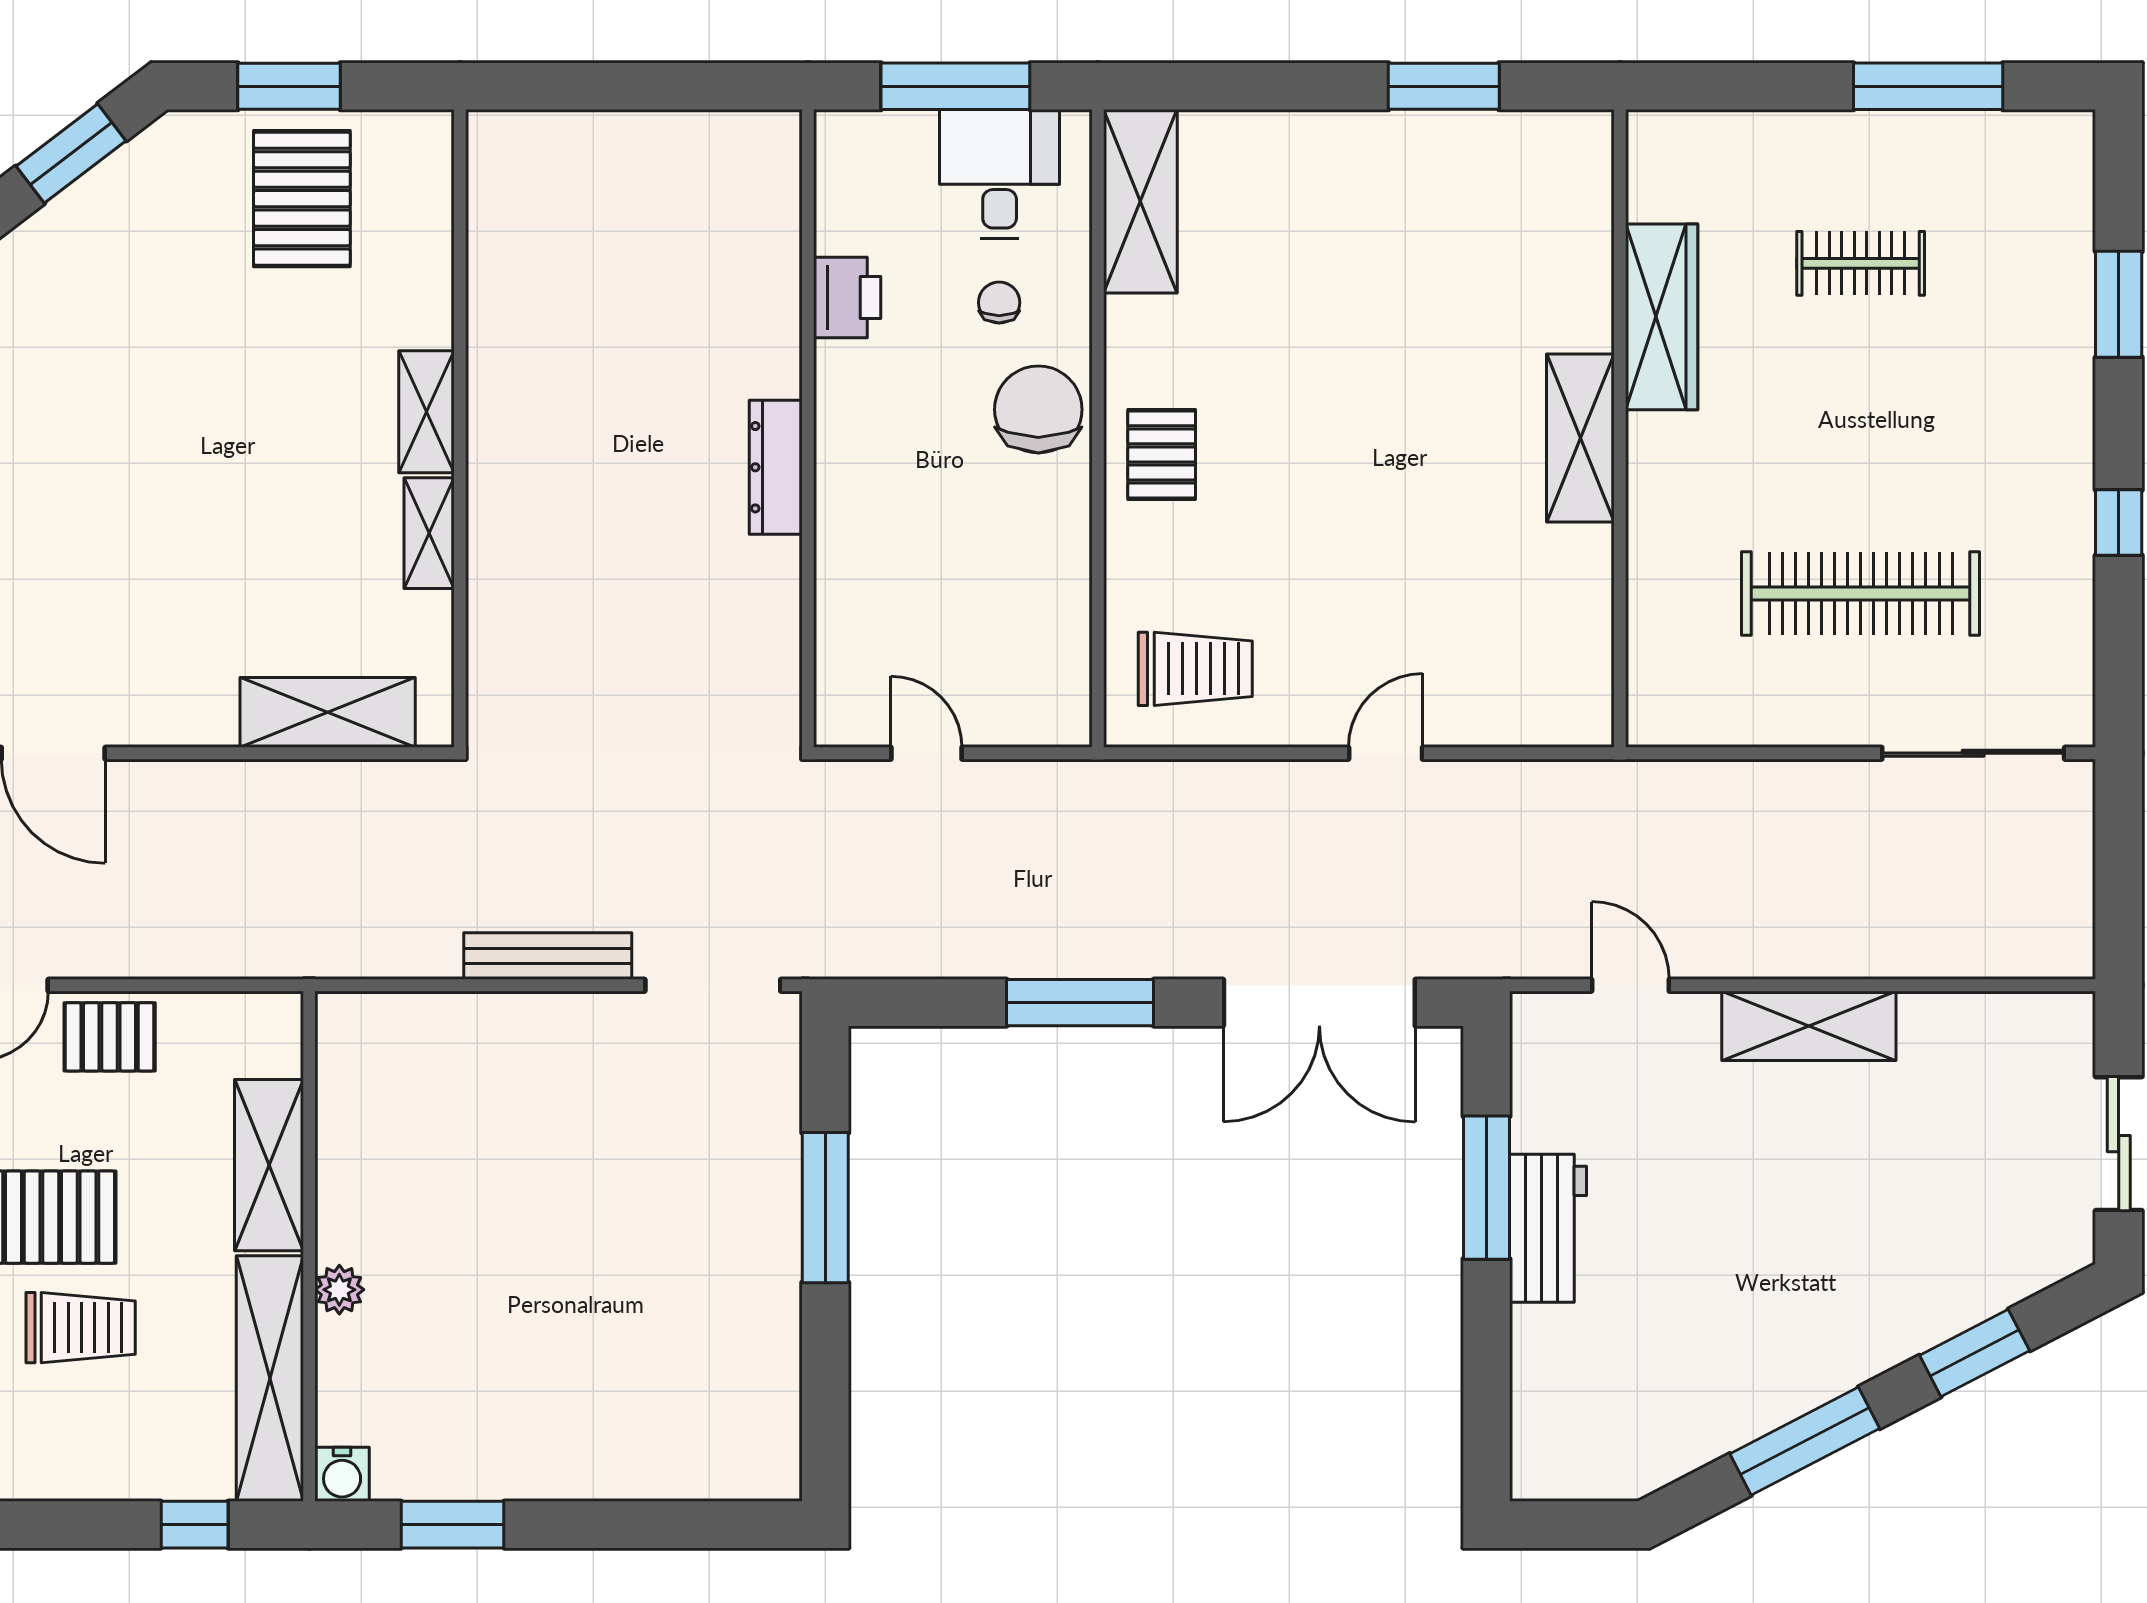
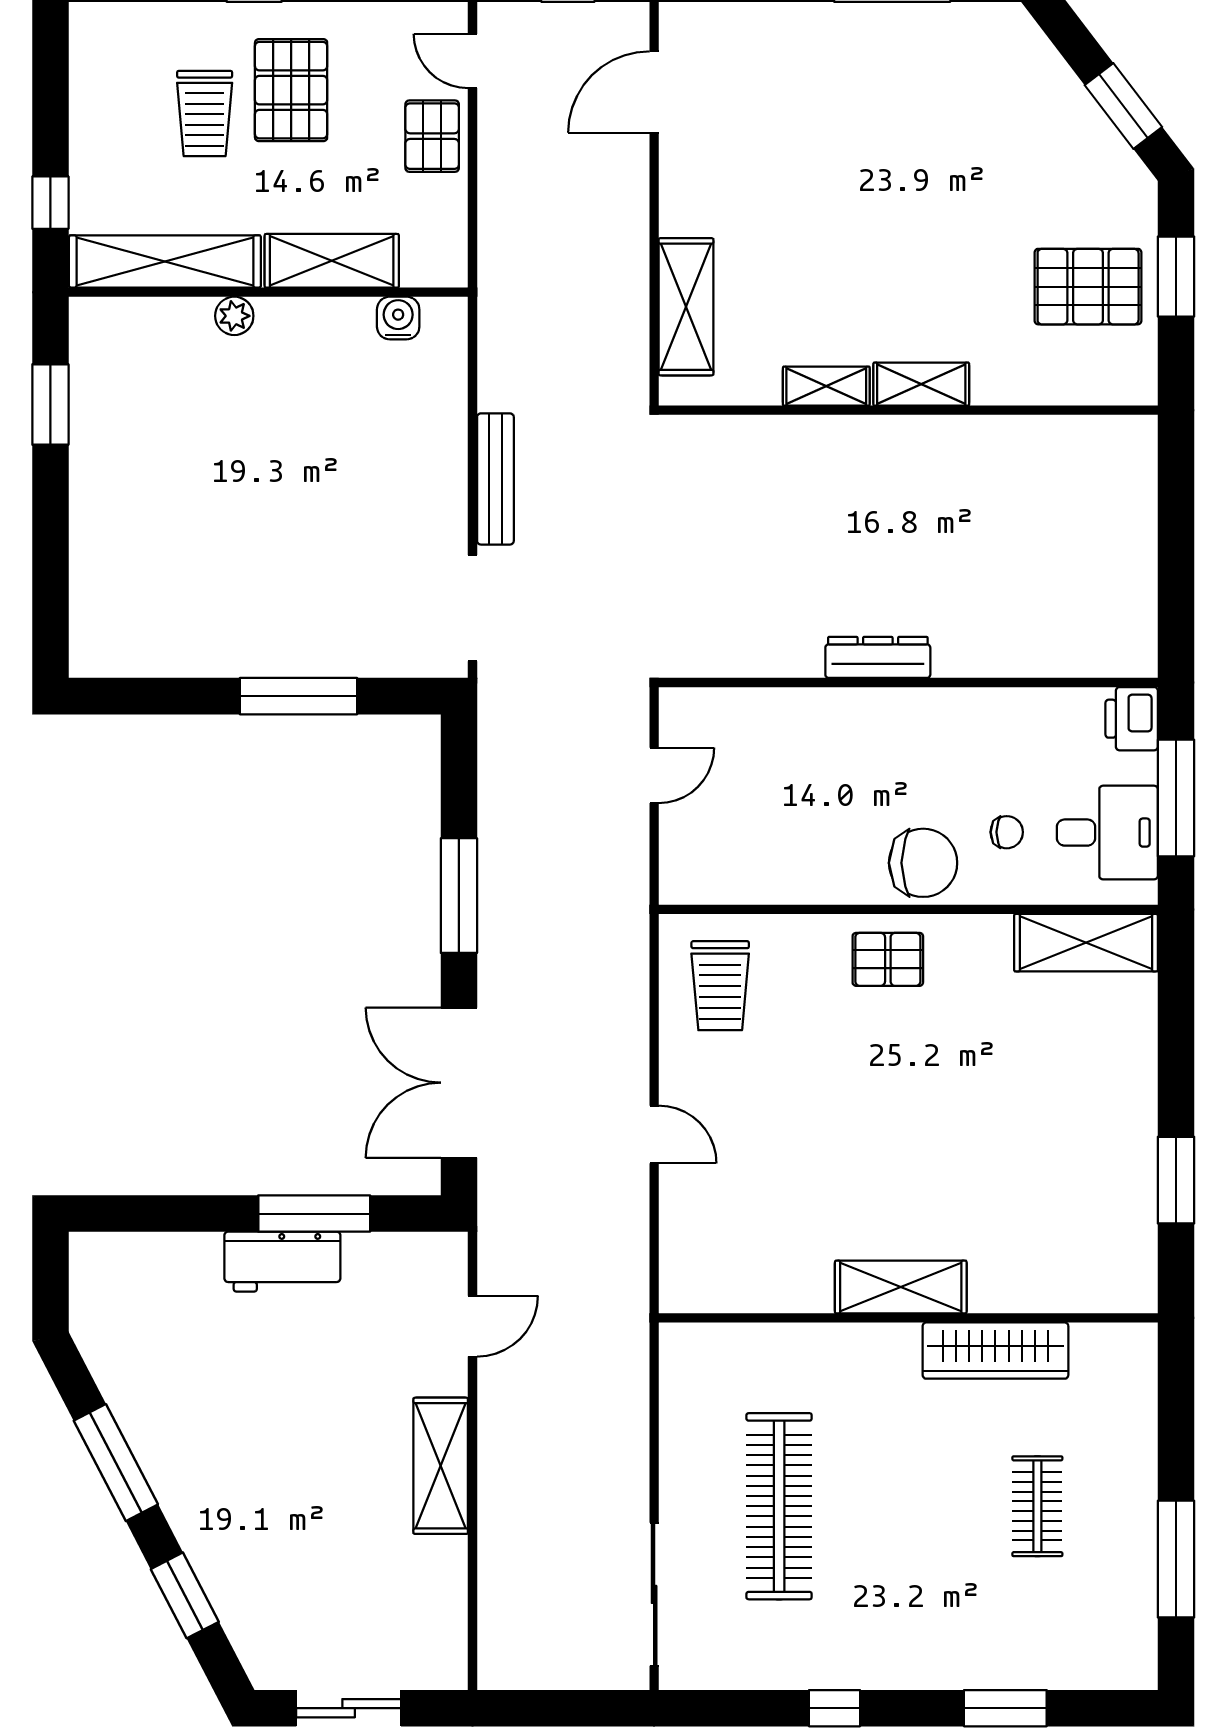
printer: (847, 297) -> (1132, 719), moved, turned 90
water cooler: (342, 1474) -> (398, 318), moved, turned 90

